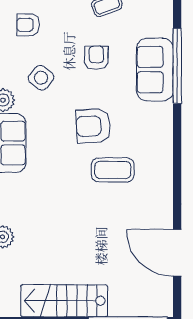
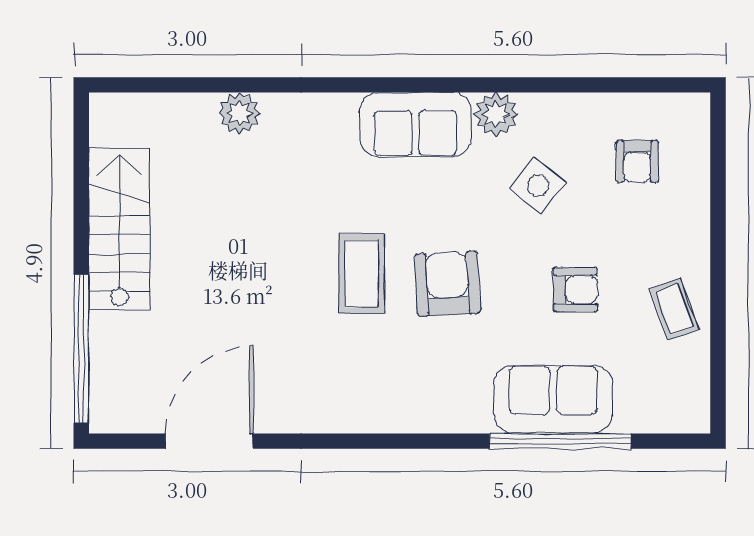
armchair: (28, 25) -> (637, 161), turned 180
coffee table: (113, 170) -> (362, 274), moved

